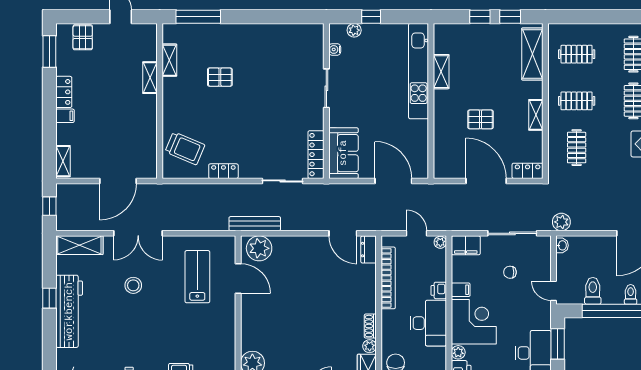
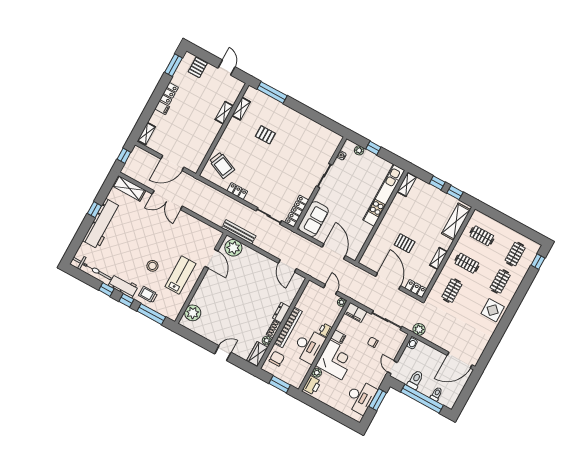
shelving: (441, 72) -> (407, 184), moved
dresser: (369, 250) -> (281, 313), moved
lab bench: (197, 277) -> (180, 275), moved
bookcase: (388, 278) -> (288, 327), moved
stool: (133, 285) -> (152, 266), moved

